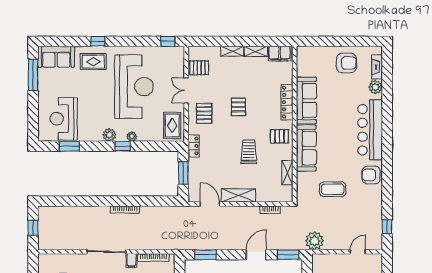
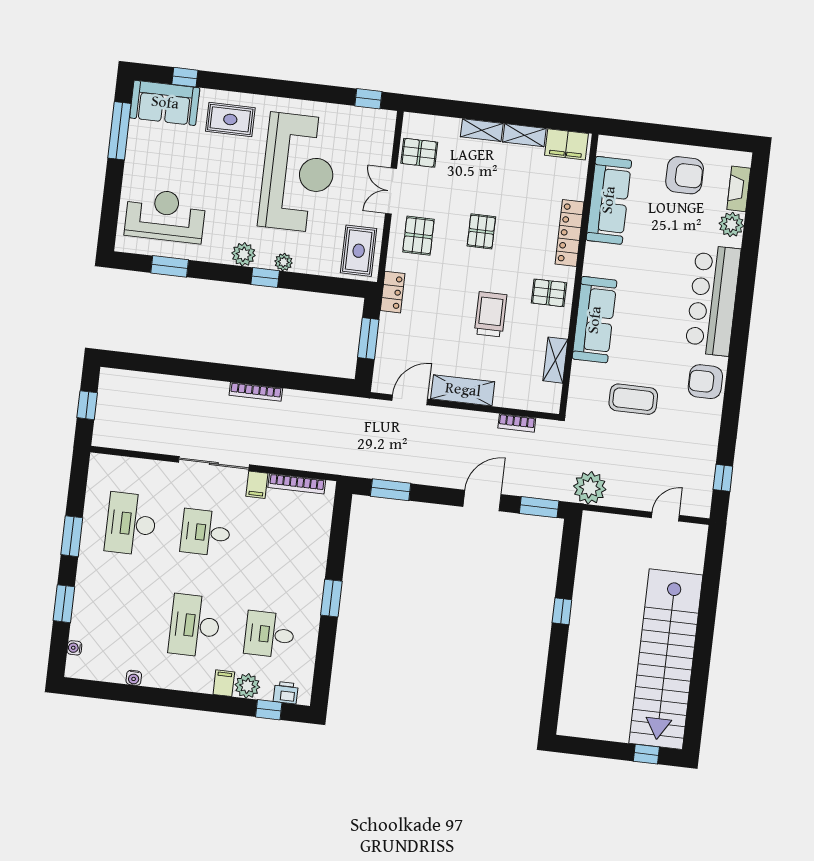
window: (98, 41) -> (185, 77), moved
sofa: (306, 101) -> (609, 200), moved
reception desk: (64, 119) -> (165, 216), turned 90
door: (210, 204) -> (410, 400), hinge flipped

